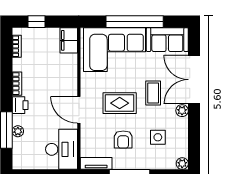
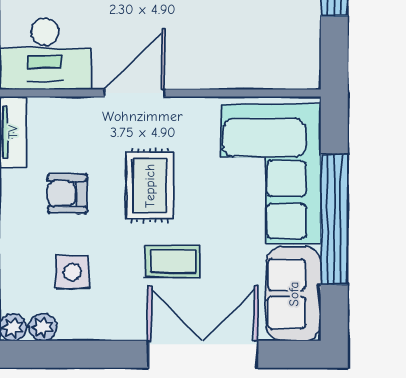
filing cabinet: (69, 40) -> (292, 70), removed
plant: (182, 111) -> (43, 327), moved

